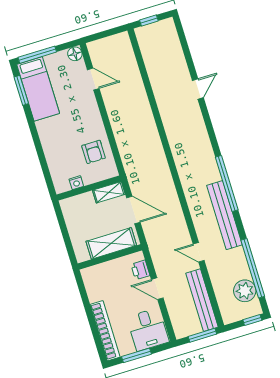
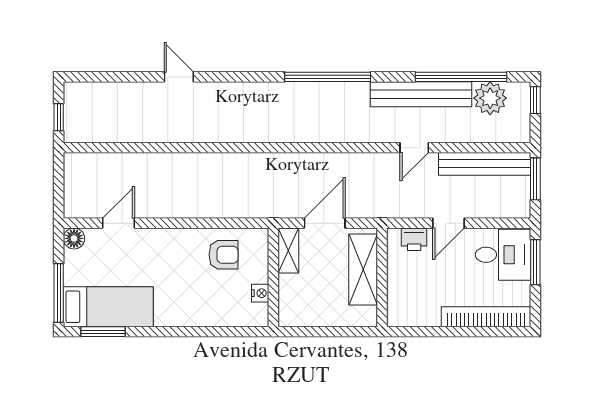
bench: (224, 215) -> (421, 94), moved
window: (137, 355) -> (535, 262), moved

